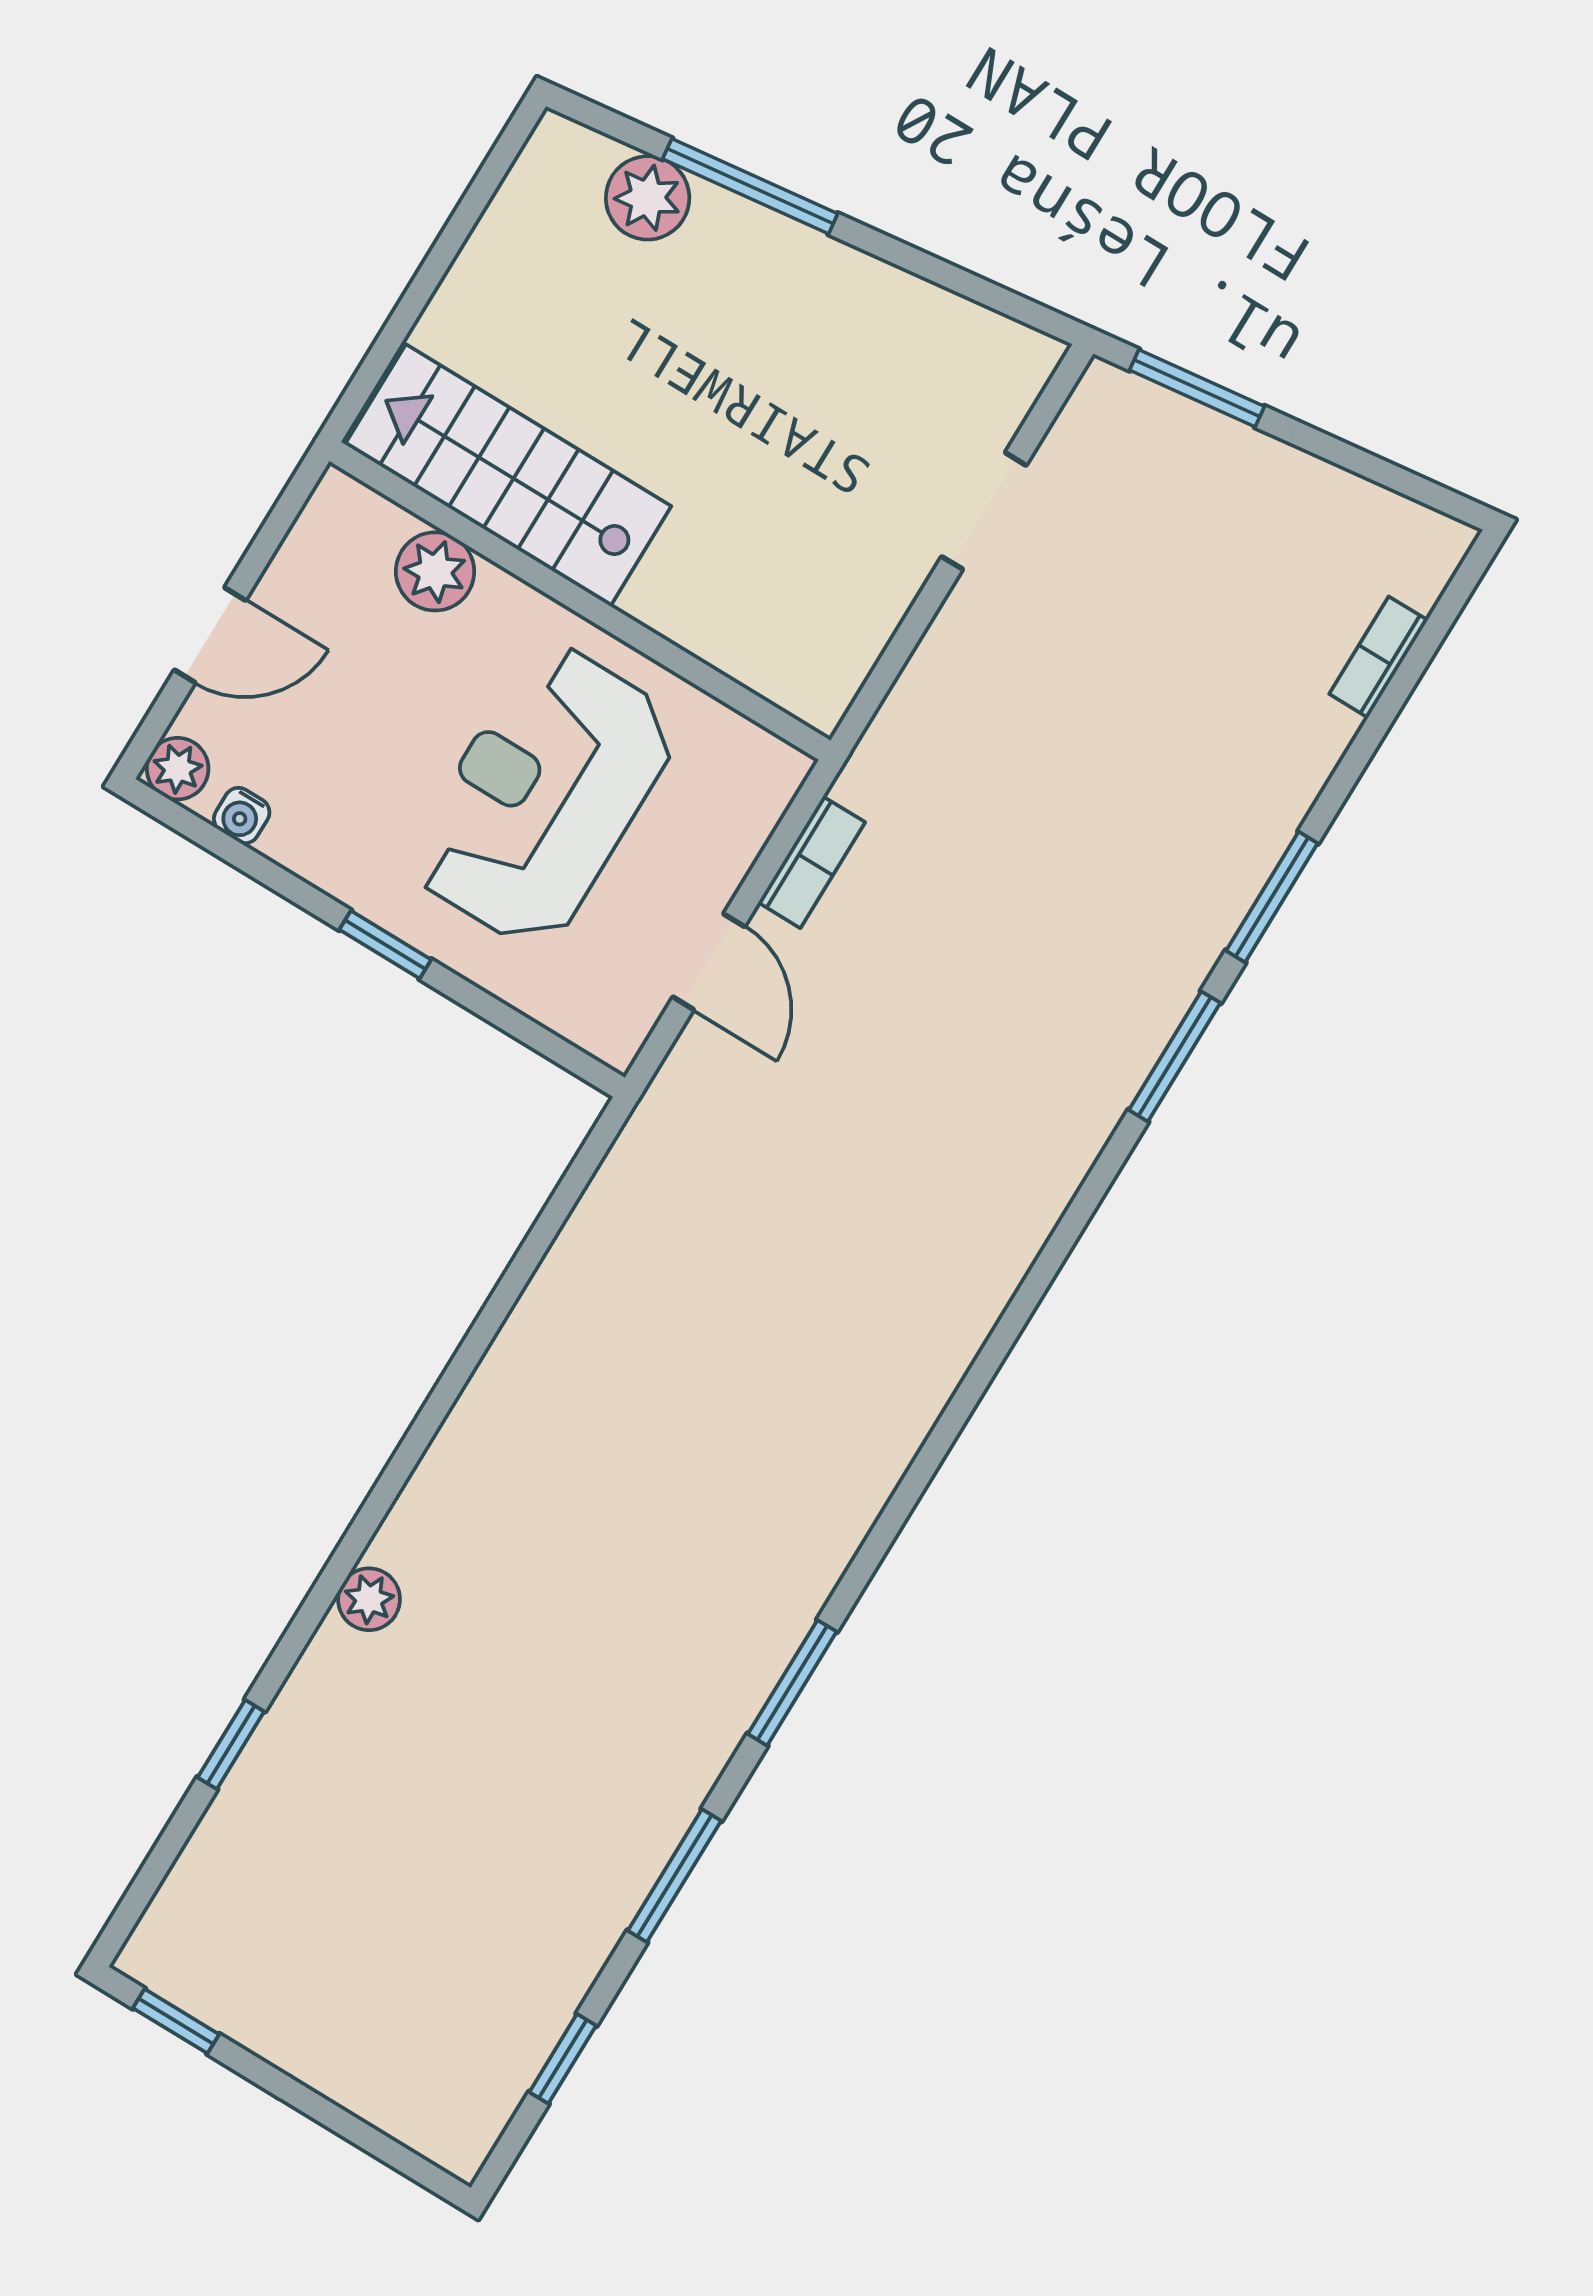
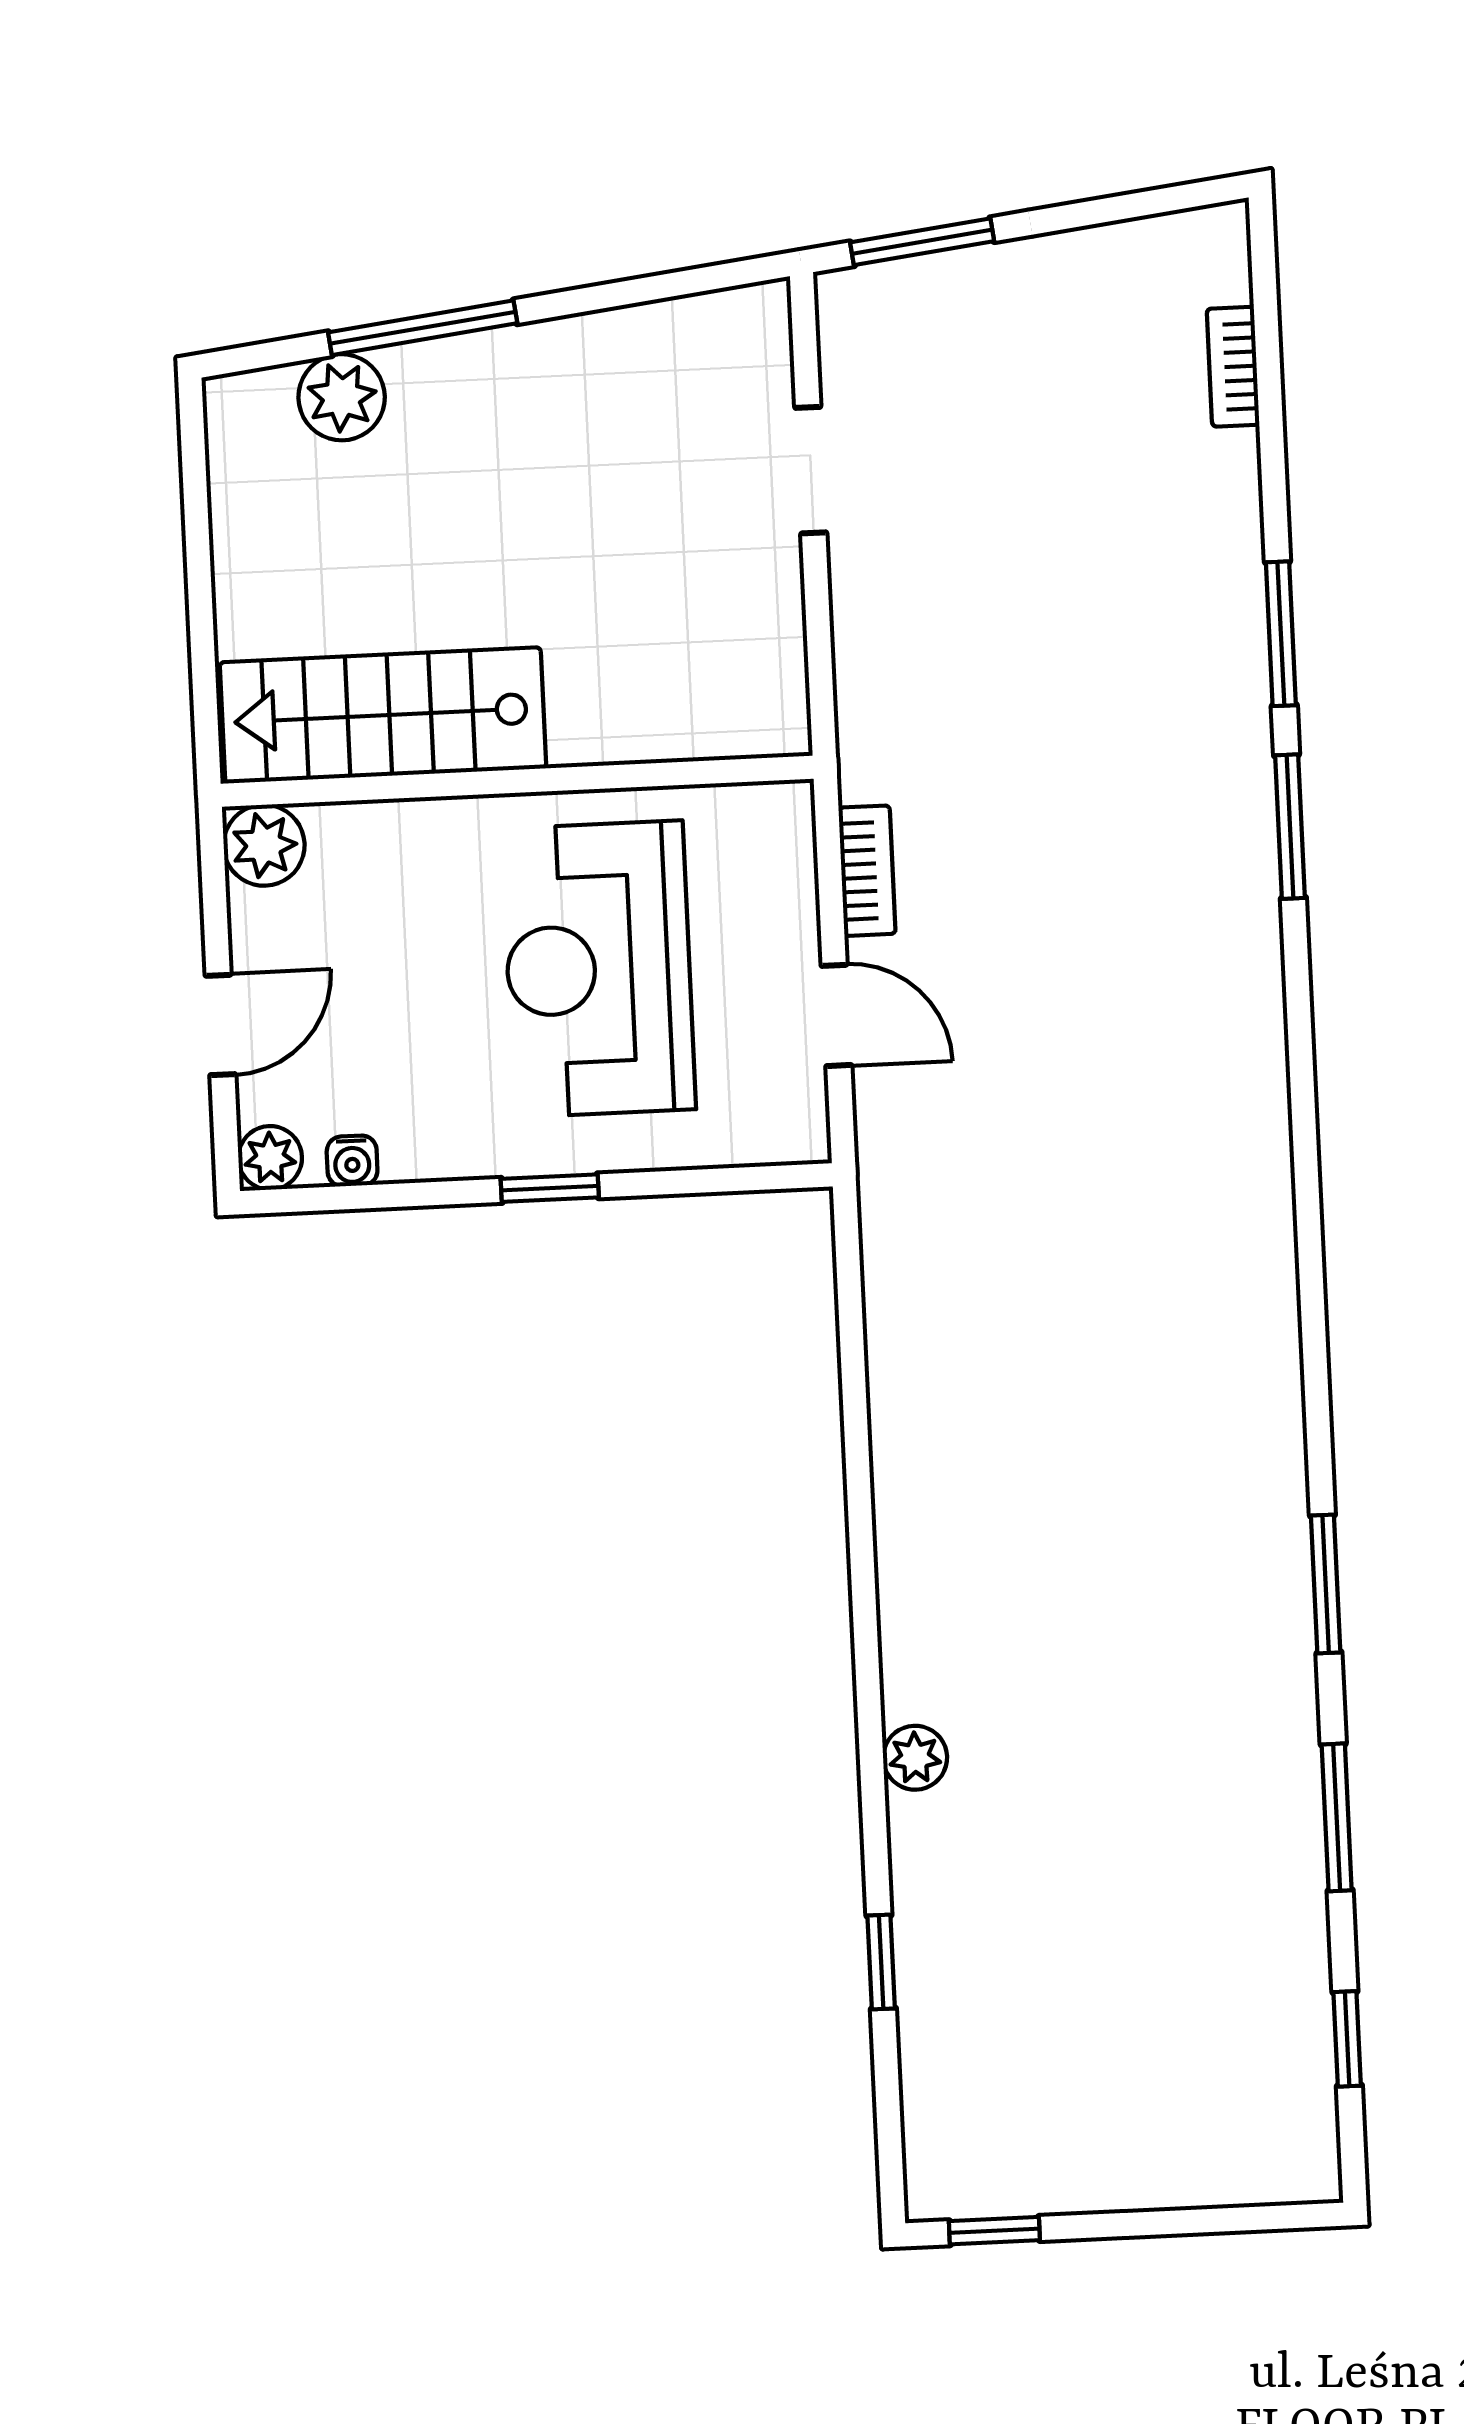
plant: (435, 571) -> (264, 845), moved

